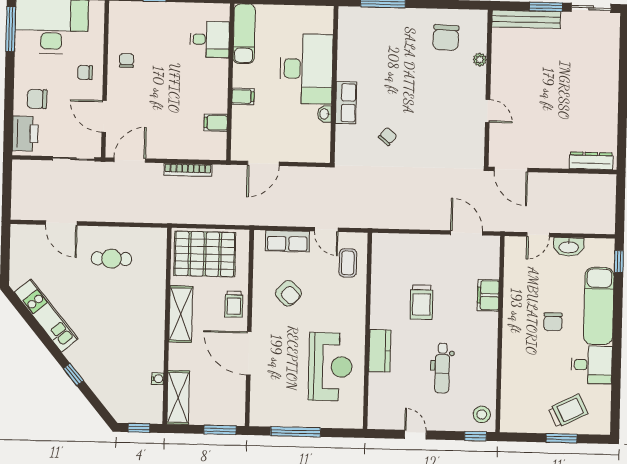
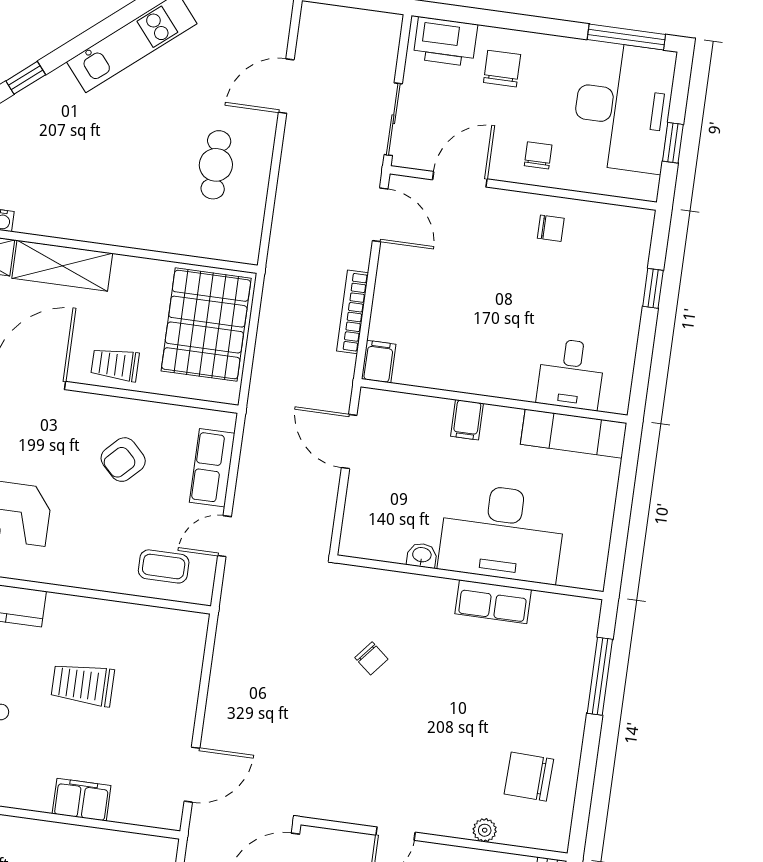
row of seats: (346, 103) -> (493, 602), moved
filing cabinet: (216, 123) -> (379, 362), moved
shelving: (181, 314) -> (62, 266), moved

